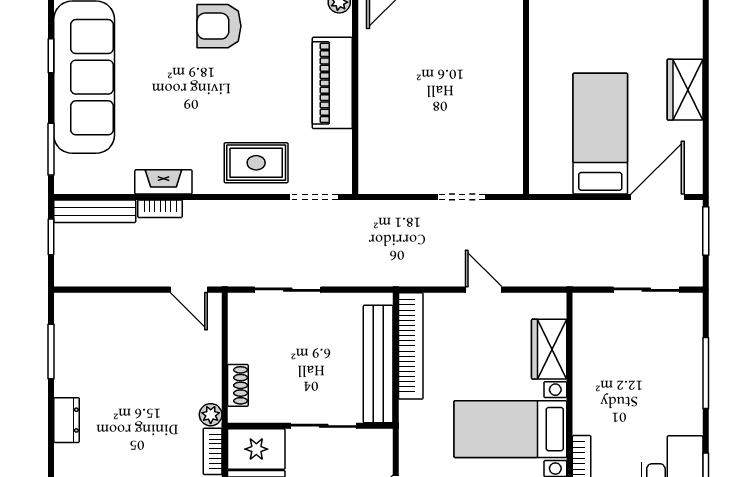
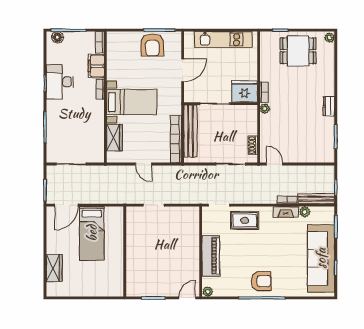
wardrobe: (685, 90) -> (54, 268), moved
plant: (121, 182) -> (305, 212), added
shoe rack: (238, 385) -> (253, 145), moved

